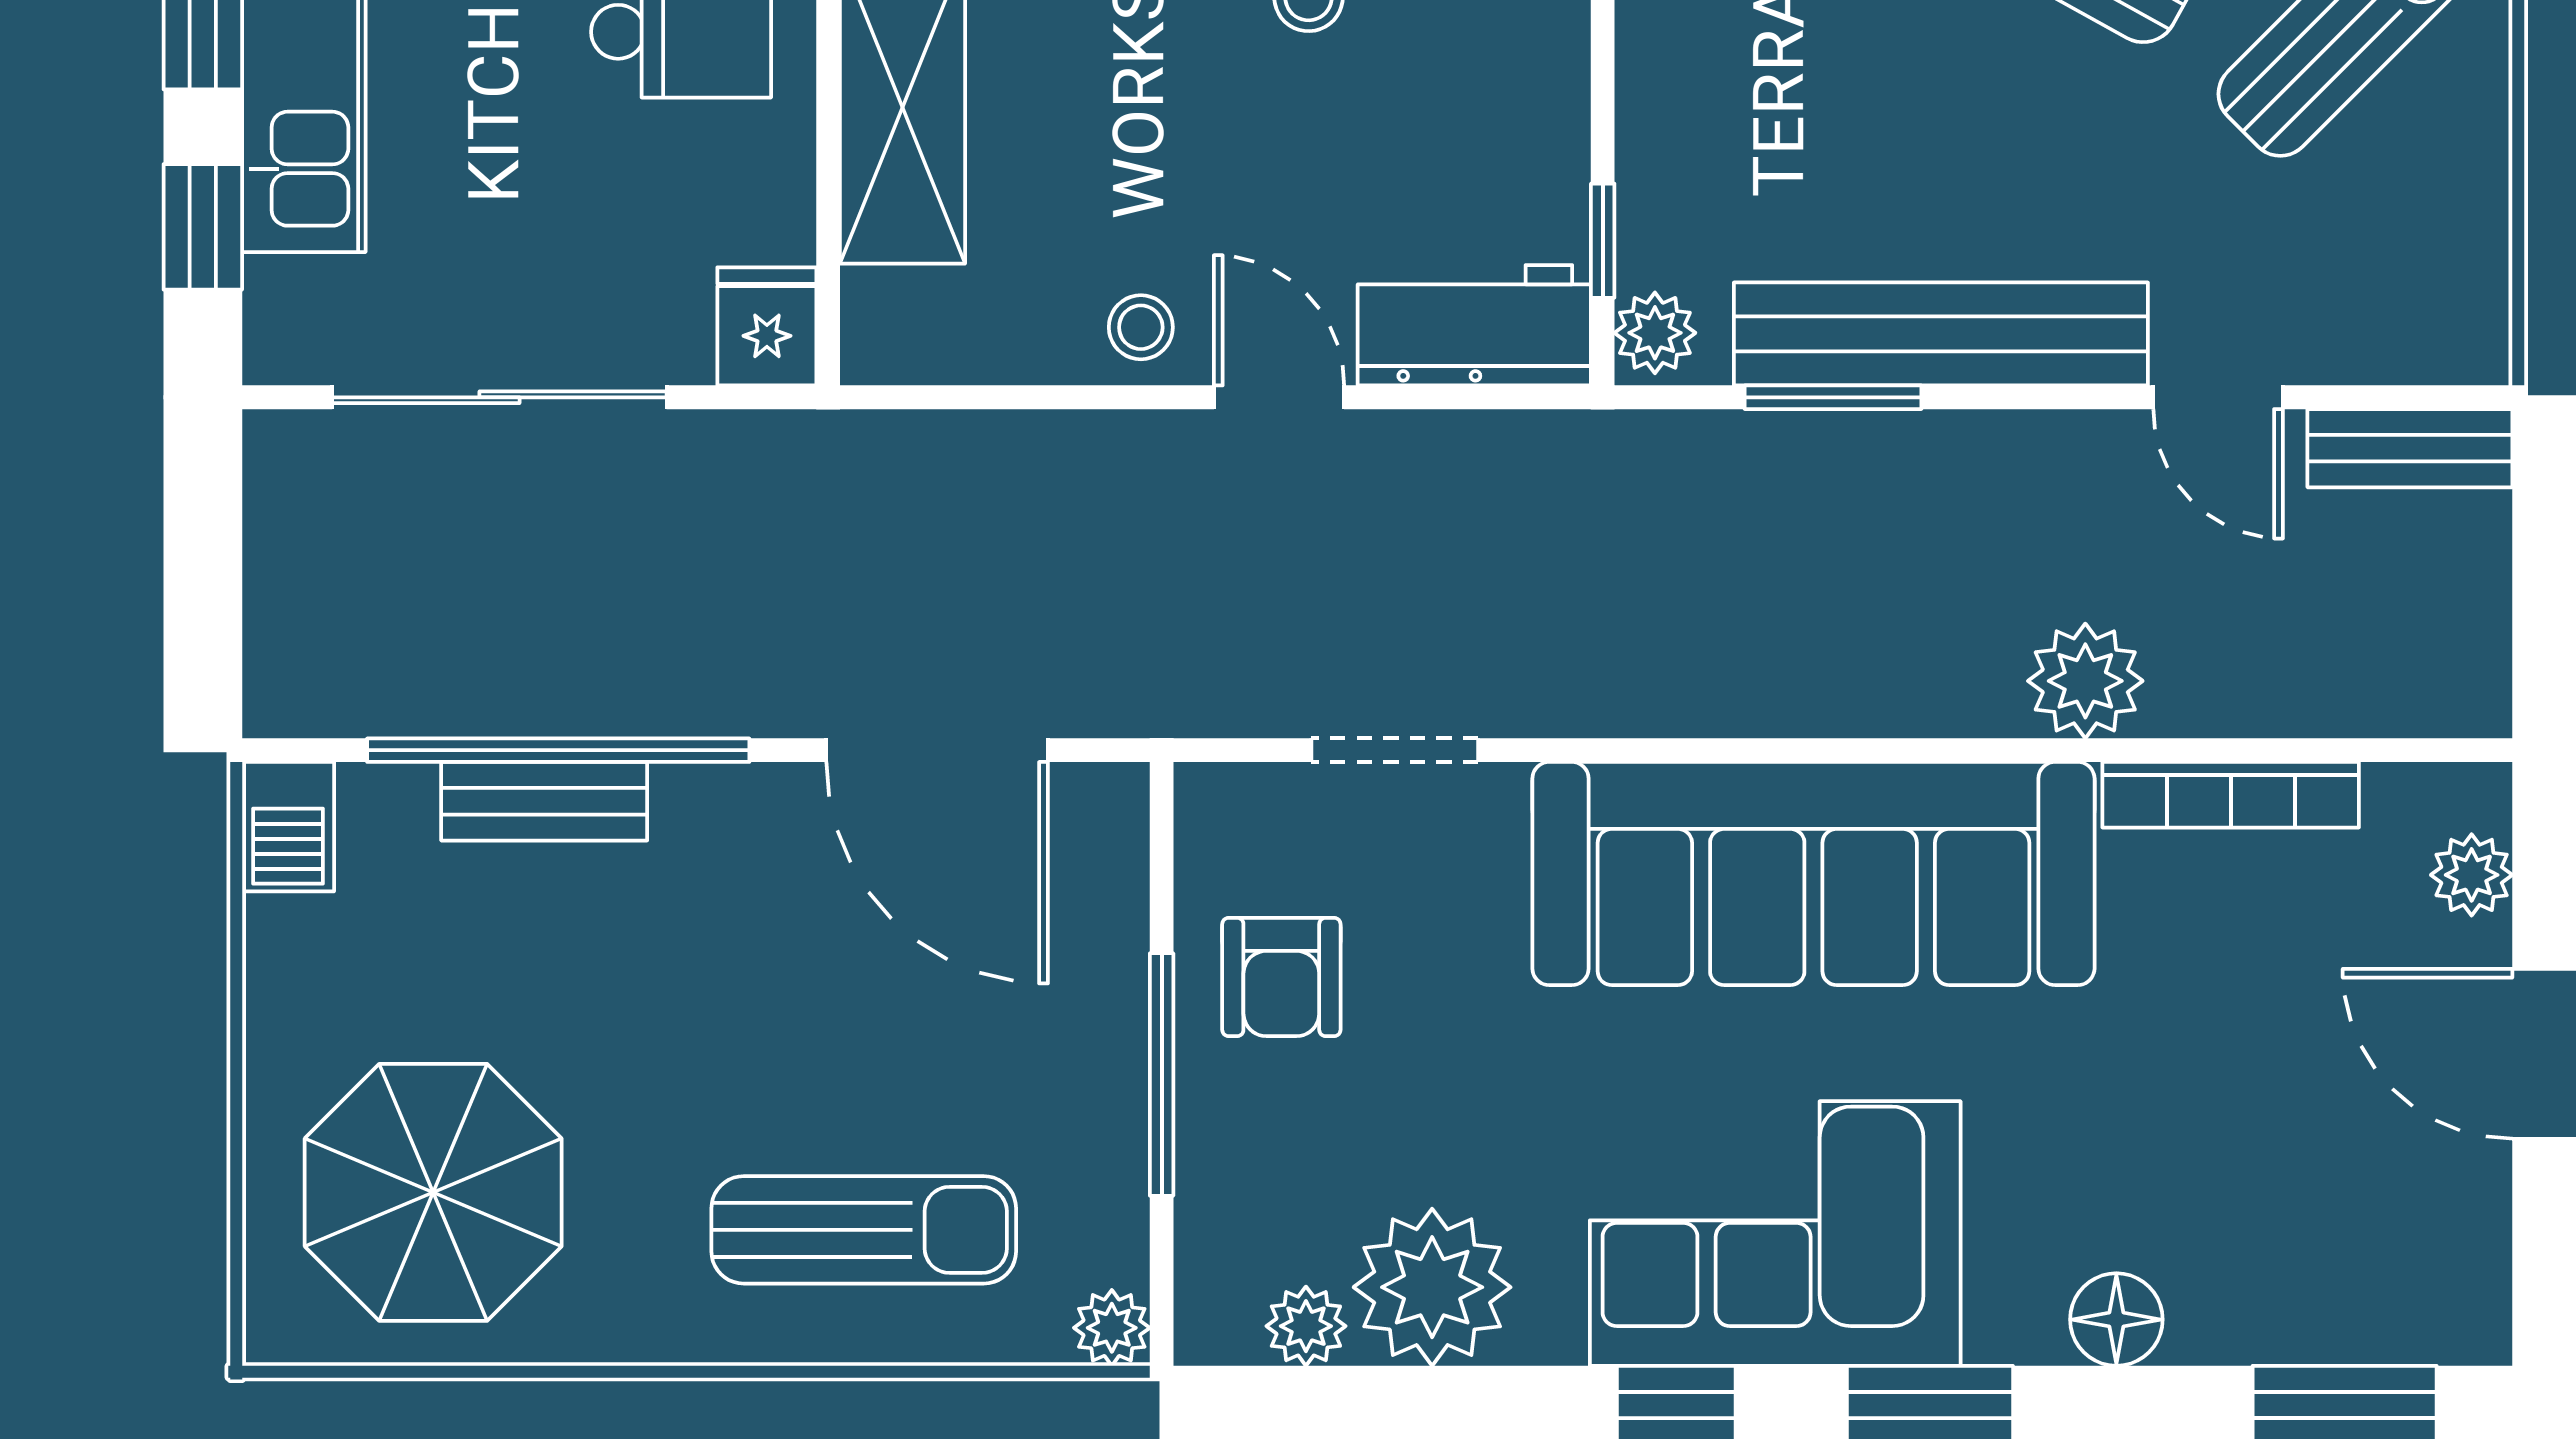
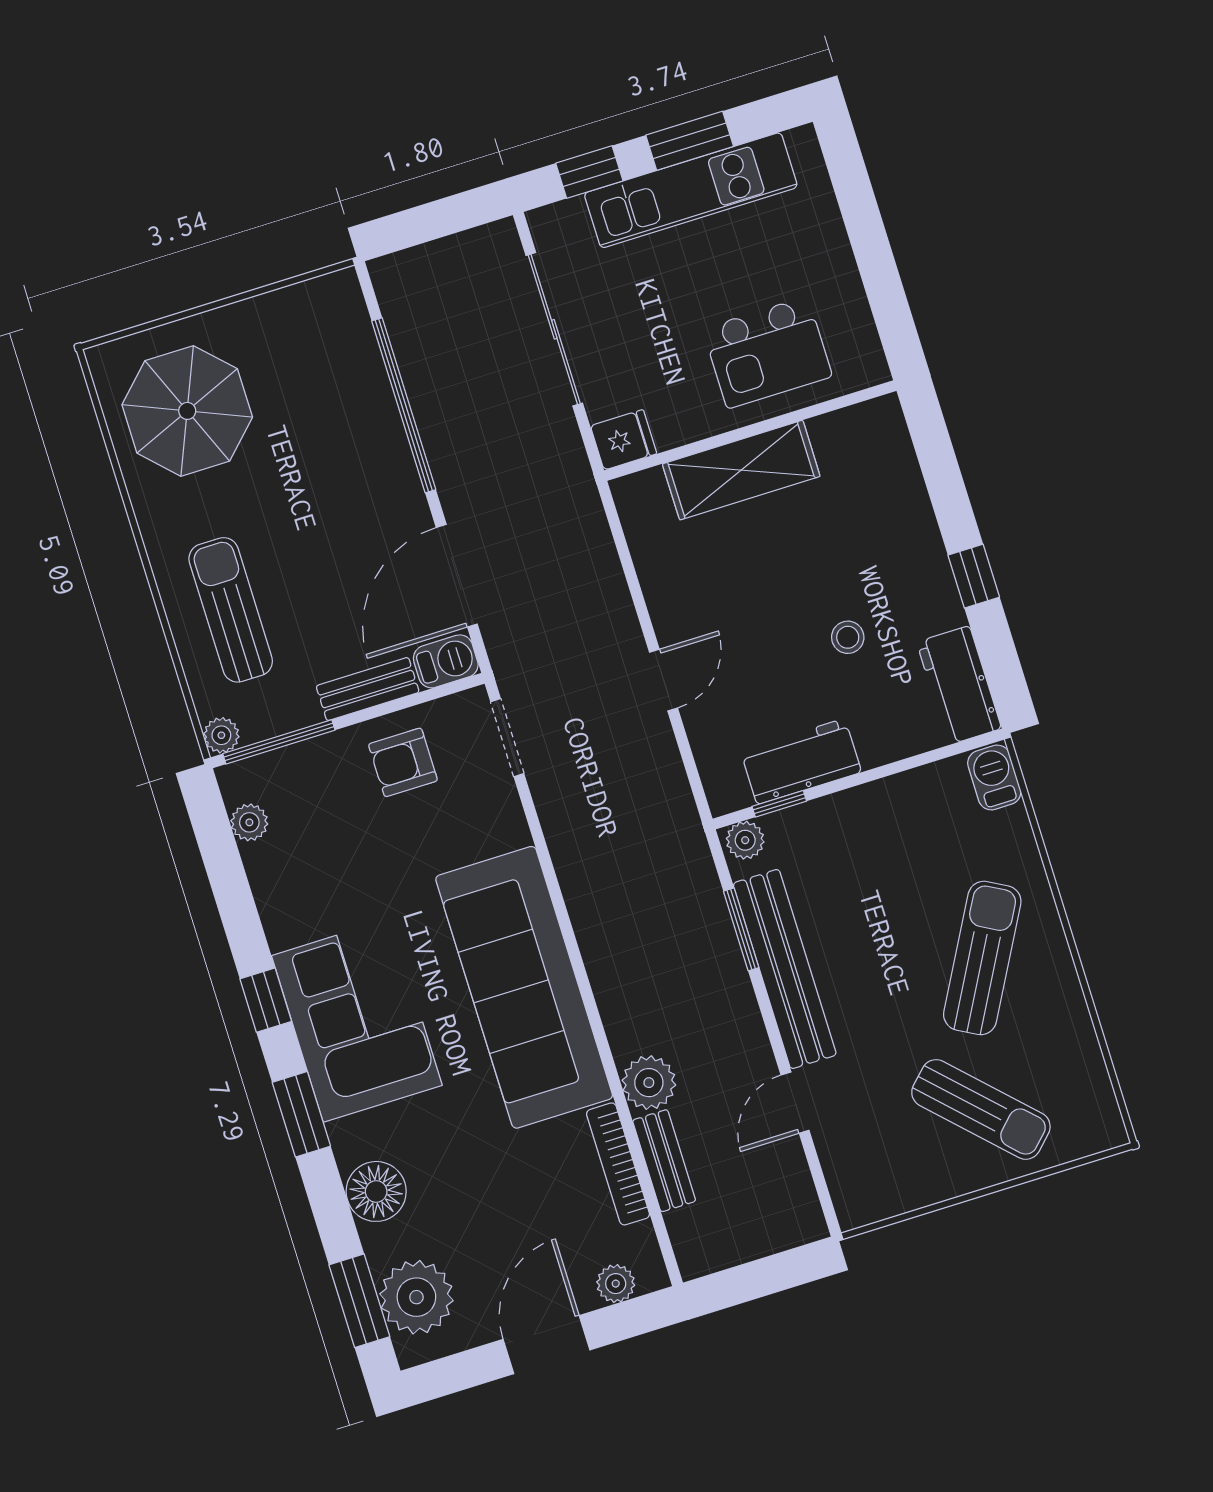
workbench: (1474, 325) -> (801, 761), moved, turned -90
stool: (1141, 327) -> (676, 608), removed
bench: (2410, 448) -> (664, 1161), moved
doorway: (1395, 750) -> (507, 738), moved
bench: (544, 801) -> (368, 689), moved, turned 90
barbecue: (288, 827) -> (446, 661), moved, turned 180
window: (1162, 1075) -> (279, 742), moved
sun lounger: (864, 1230) -> (231, 610), turned 180
plant: (1432, 1287) -> (416, 1297), moved
floor lamp: (2116, 1320) -> (376, 1191), width x1.38, depth x1.38

